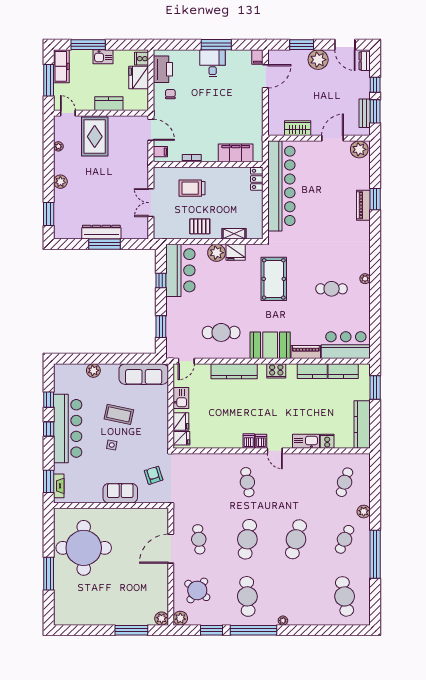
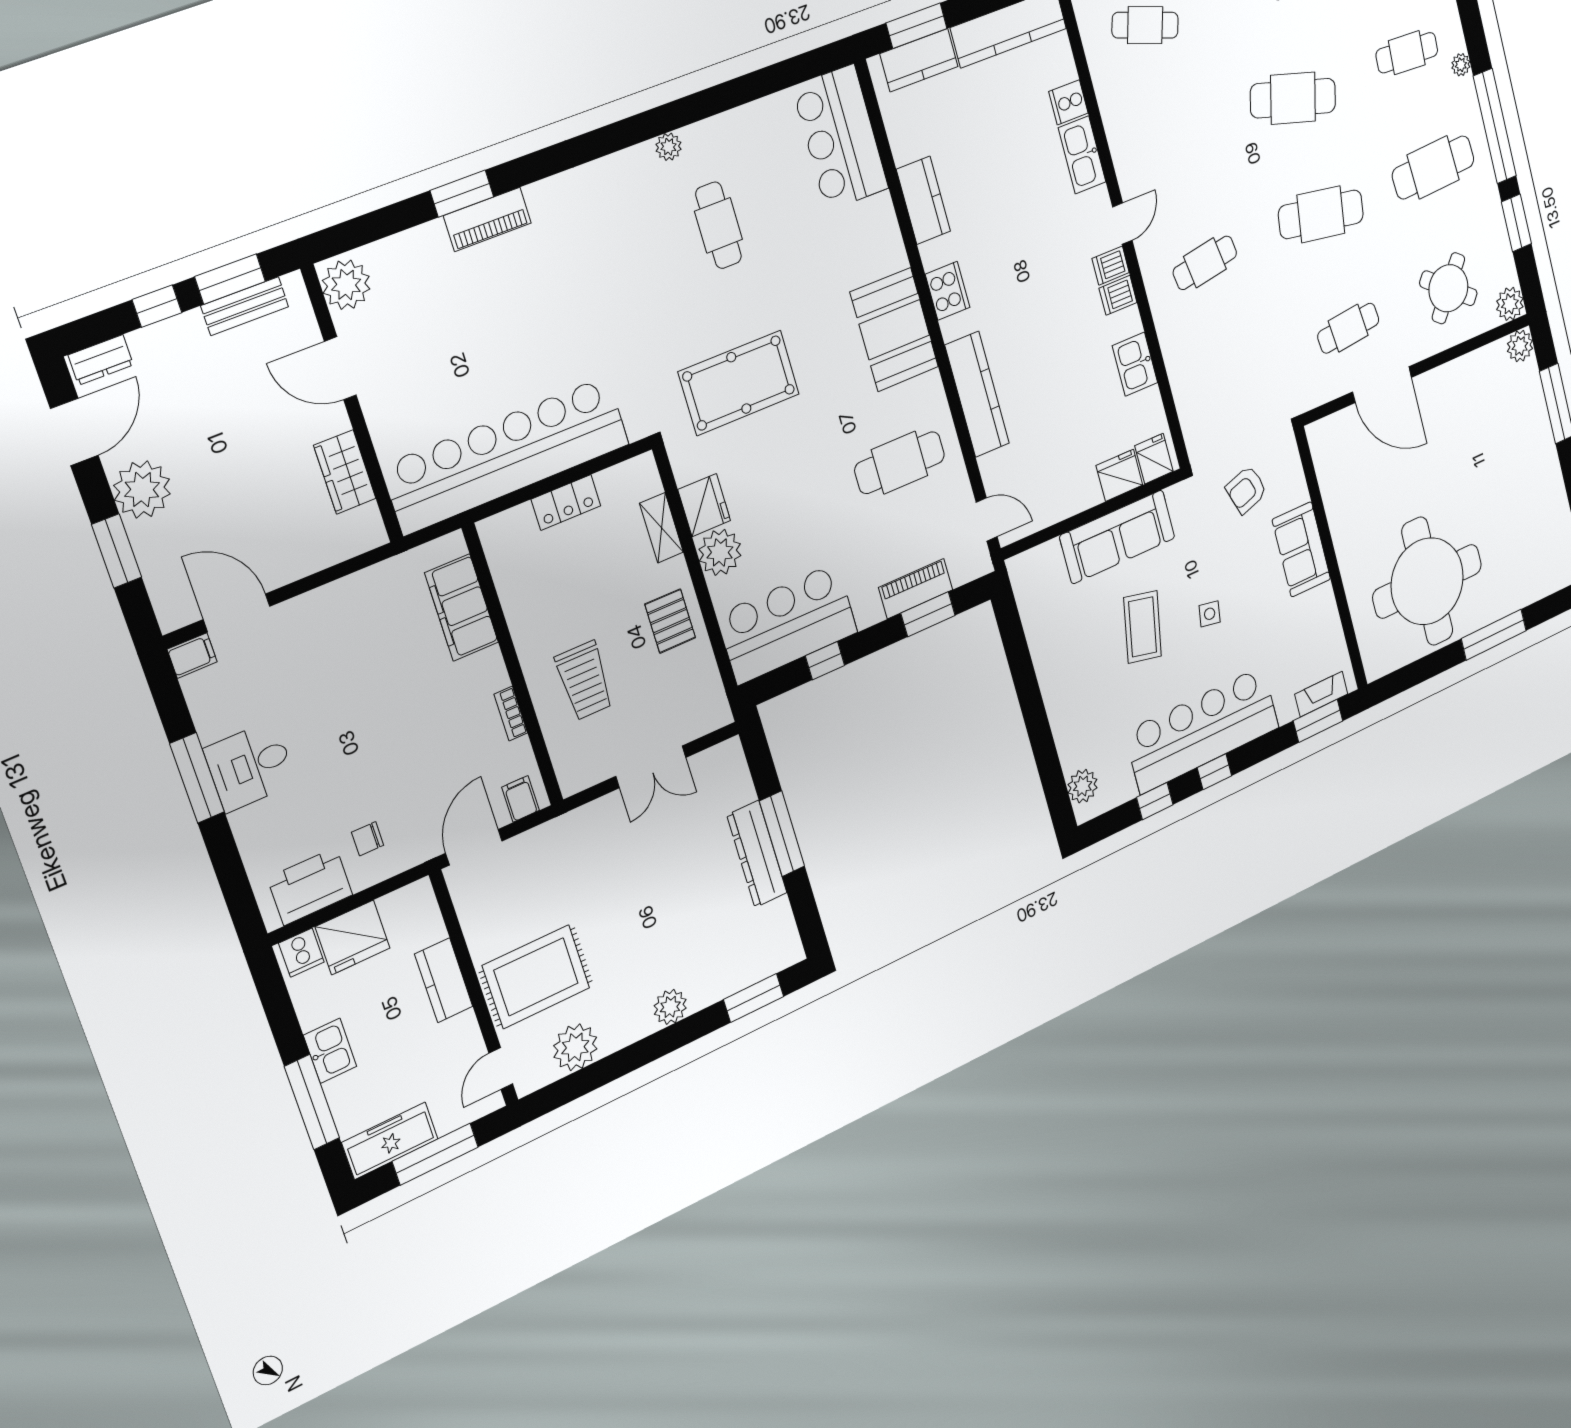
plant: (58, 146) -> (575, 1047), width x1.87, depth x1.87
locker: (257, 179) -> (566, 503), moved
cafe table: (221, 332) -> (900, 463), turned 90
piano: (306, 352) -> (916, 589), moved, turned 90
plant: (93, 370) -> (1083, 786), moved
kitchen counter: (343, 371) -> (919, 60), moved, turned 90
sofa: (144, 374) -> (1117, 537), moved, turned 90
kitchen sink: (181, 398) -> (1135, 364), moved, turned -90
cafe table: (296, 596) -> (1407, 53), added

